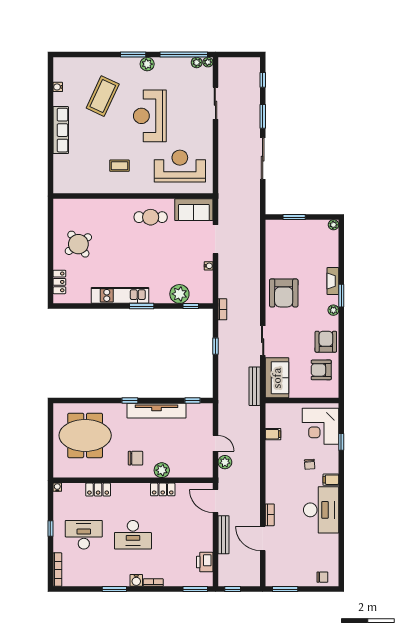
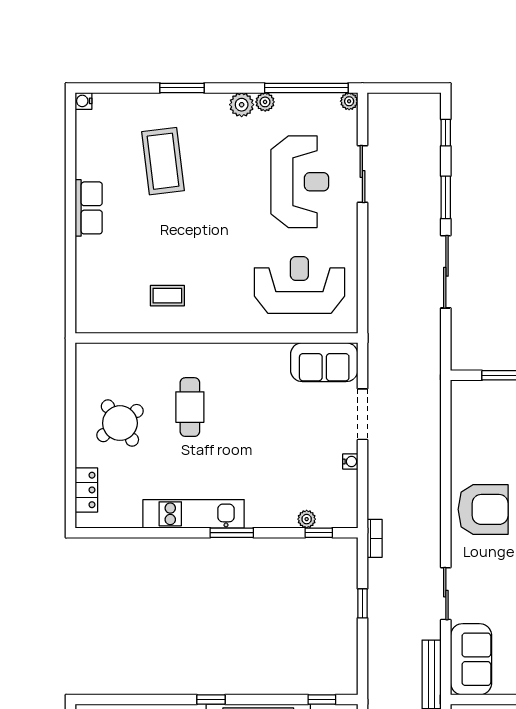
window: (133, 55) -> (182, 88), moved
plant: (197, 63) -> (265, 102), moved
water cooler: (58, 87) -> (84, 101), moved
coffee table: (103, 96) -> (163, 161), turned -32
reception desk: (150, 116) -> (300, 182), moved, turned 180
row of seats: (61, 130) -> (89, 208), width x0.68
coffee table: (119, 166) -> (167, 296), moved
cafe table: (151, 217) -> (190, 407), moved, turned 90
armchair: (284, 293) -> (483, 509), turned -90
plant: (179, 294) -> (307, 519), width x0.53, depth x0.53

